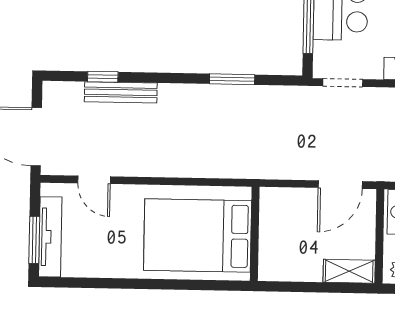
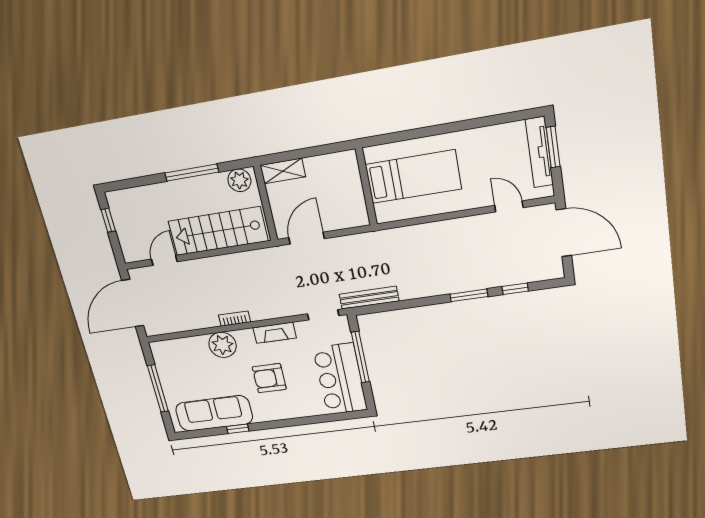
window: (232, 79) -> (469, 295), moved
bench: (121, 92) -> (369, 298), moved
bed: (198, 235) -> (413, 177), width x0.67

